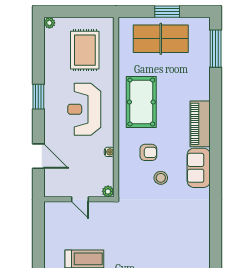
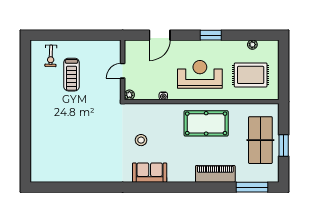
plant: (49, 23) -> (252, 45), moved
piano: (200, 124) -> (215, 174), moved
armchair: (148, 152) -> (163, 129), removed

